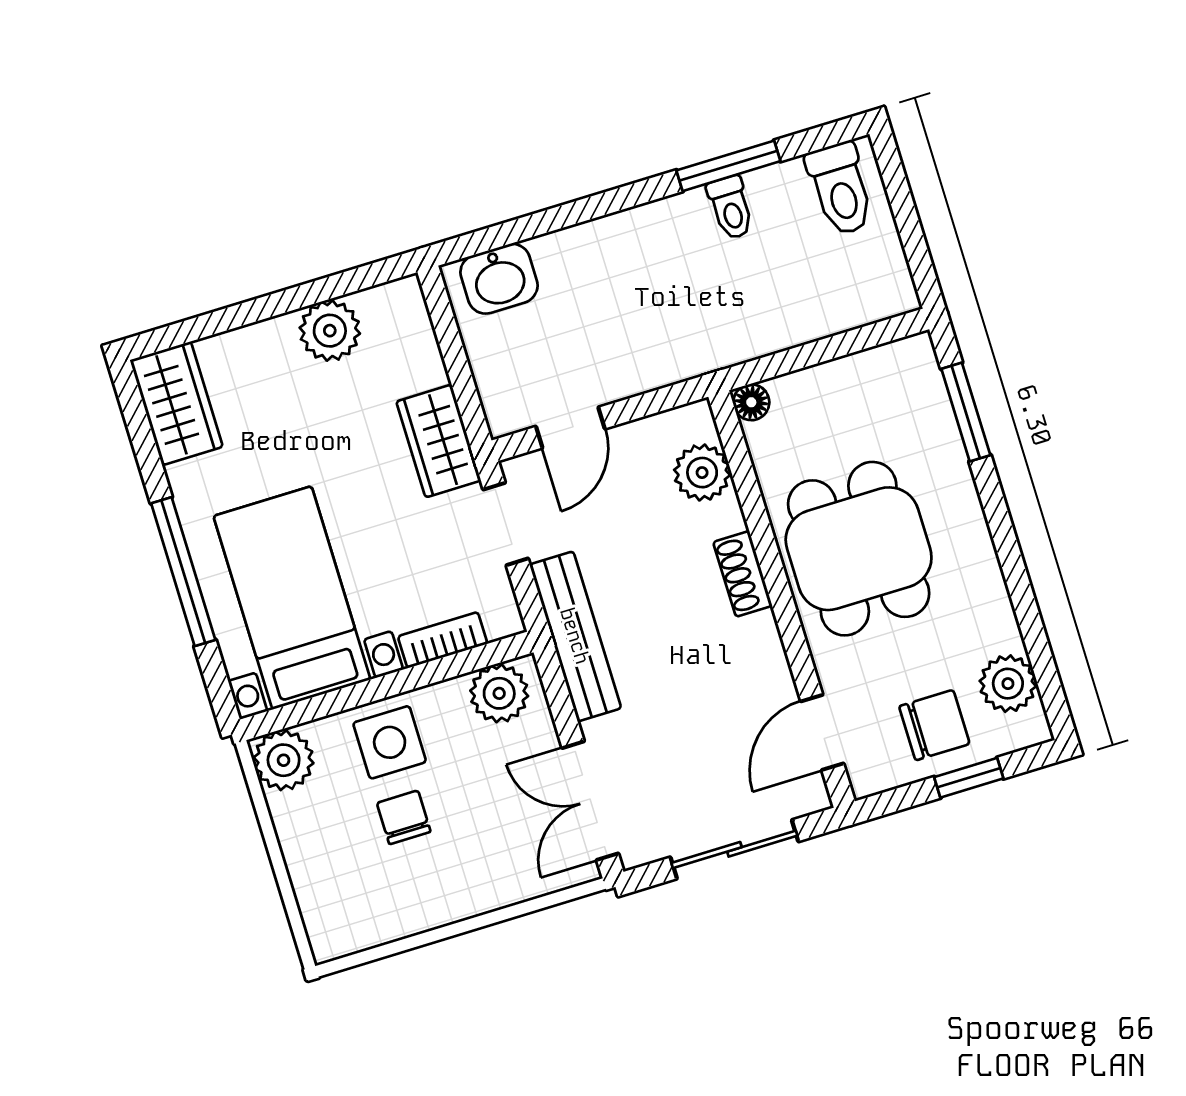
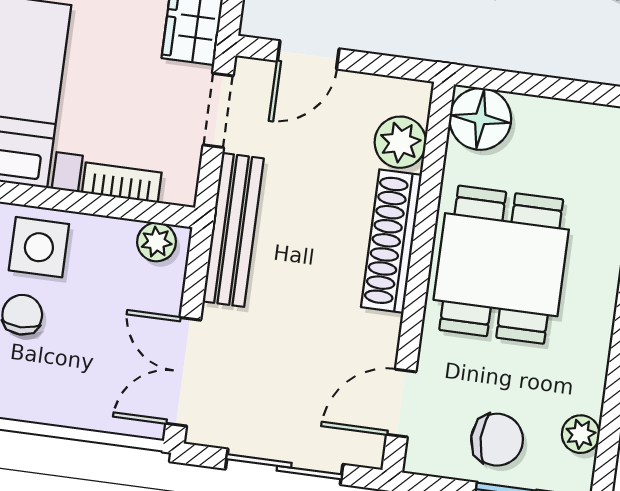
floor lamp: (751, 402) -> (480, 119), width x1.89, depth x1.89
shoe rack: (743, 574) -> (391, 241), width x1.94, depth x1.24
plant: (1008, 684) -> (581, 434), width x0.73, depth x0.73
plant: (499, 693) -> (157, 242), width x0.73, depth x0.73

